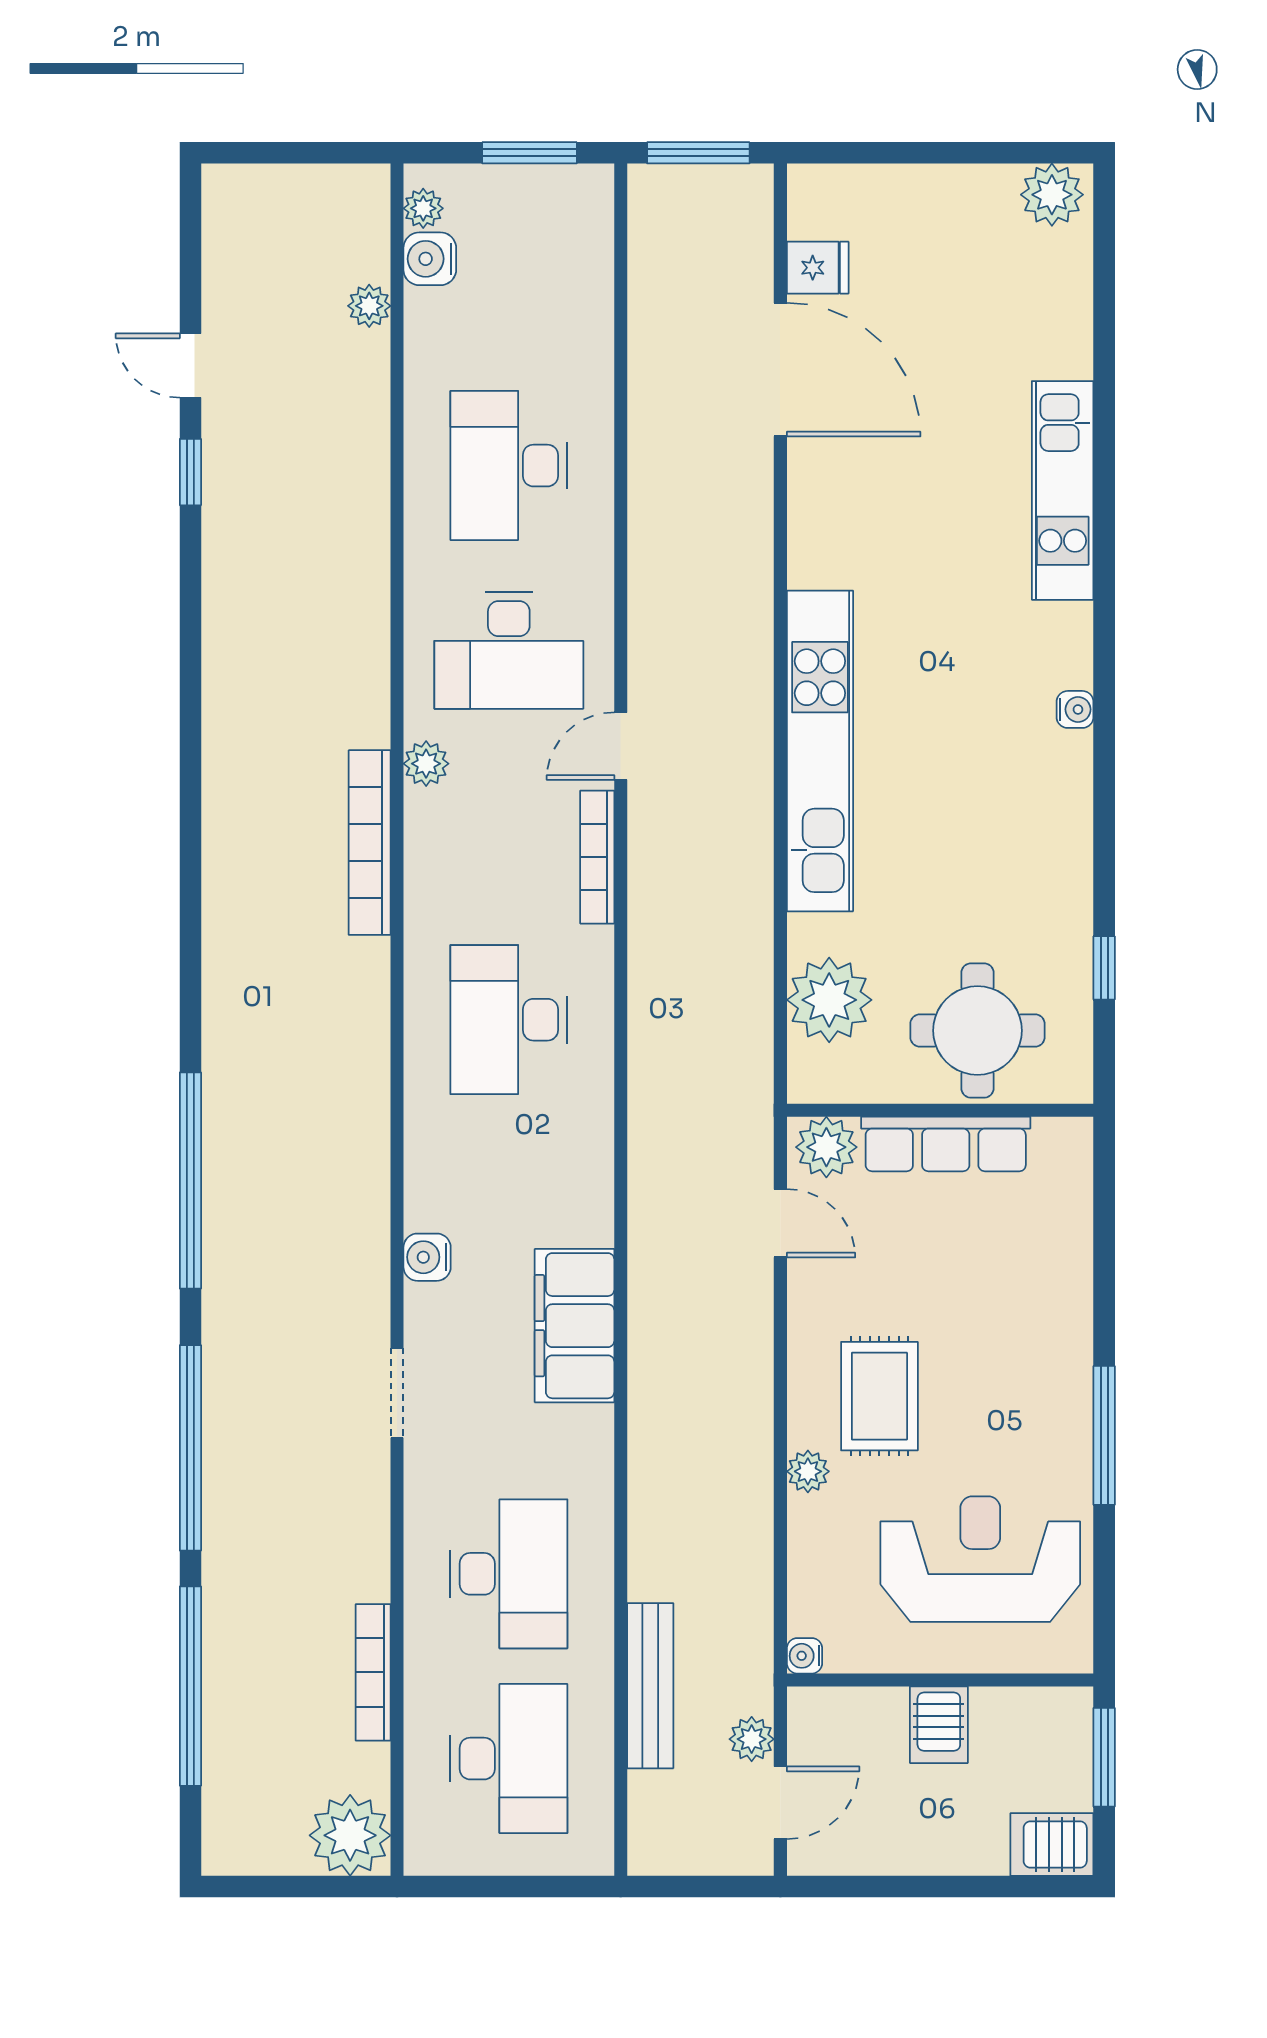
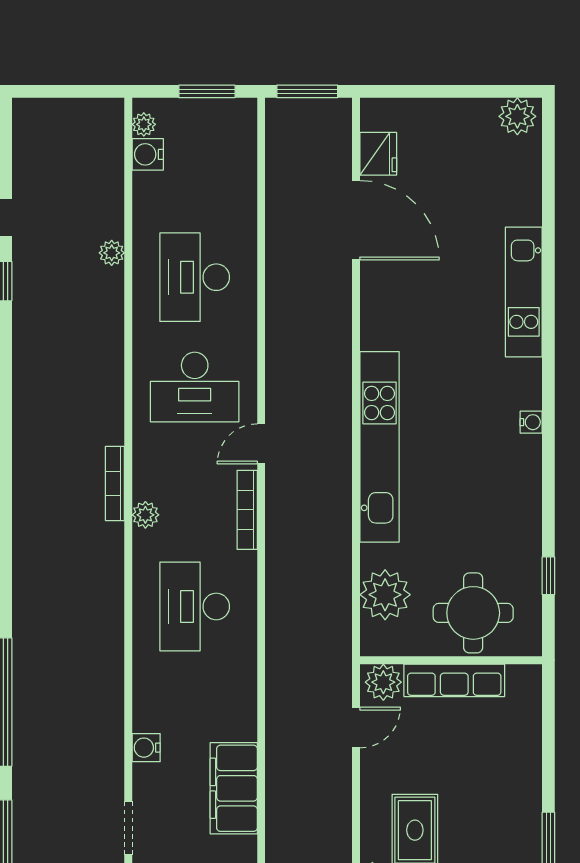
fridge: (818, 268) -> (378, 154), width x1.38
plant: (369, 306) -> (112, 253), moved
plant: (426, 764) -> (145, 515), moved
bookcase: (370, 843) -> (115, 483), width x0.68, depth x0.76
door: (780, 1223) -> (356, 727), hinge flipped

